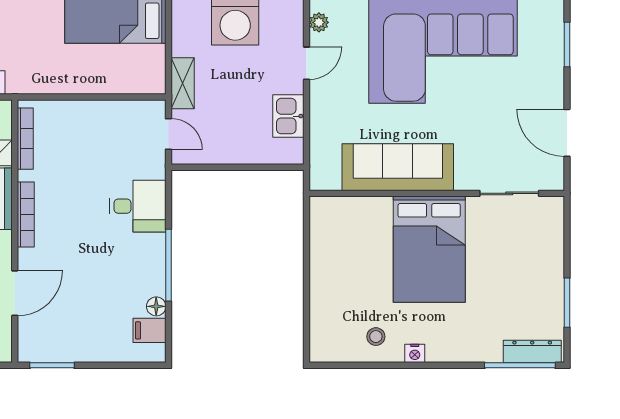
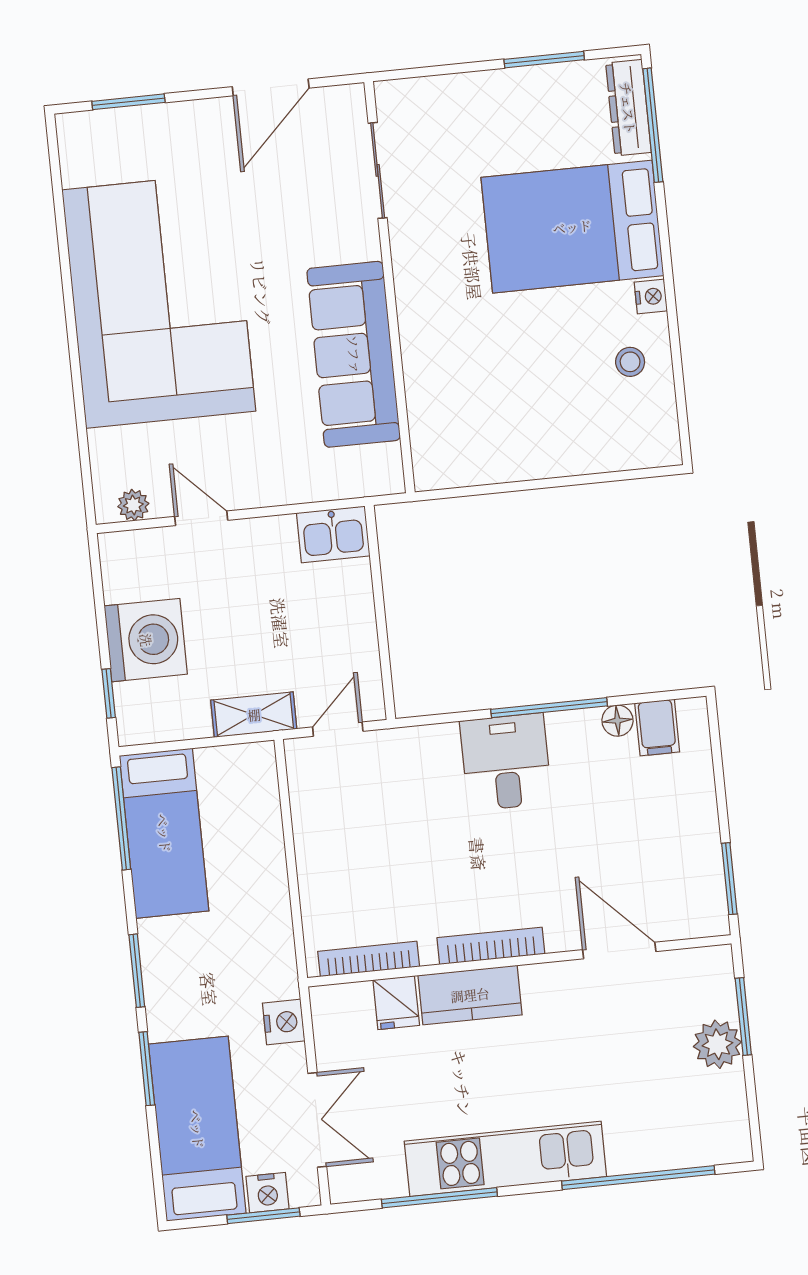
kitchen sink: (288, 116) -> (333, 534), moved
desk: (138, 206) -> (506, 762), moved
bed: (429, 249) -> (572, 227), moved, turned 180

